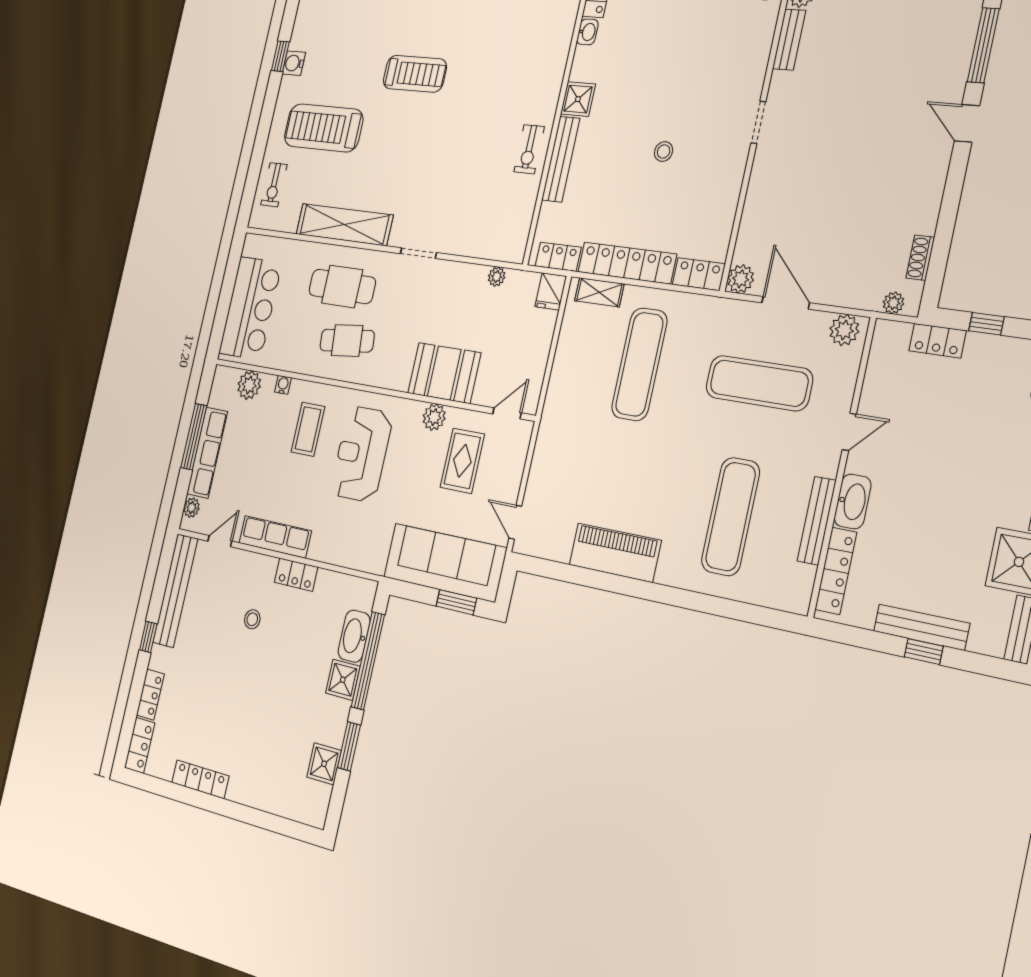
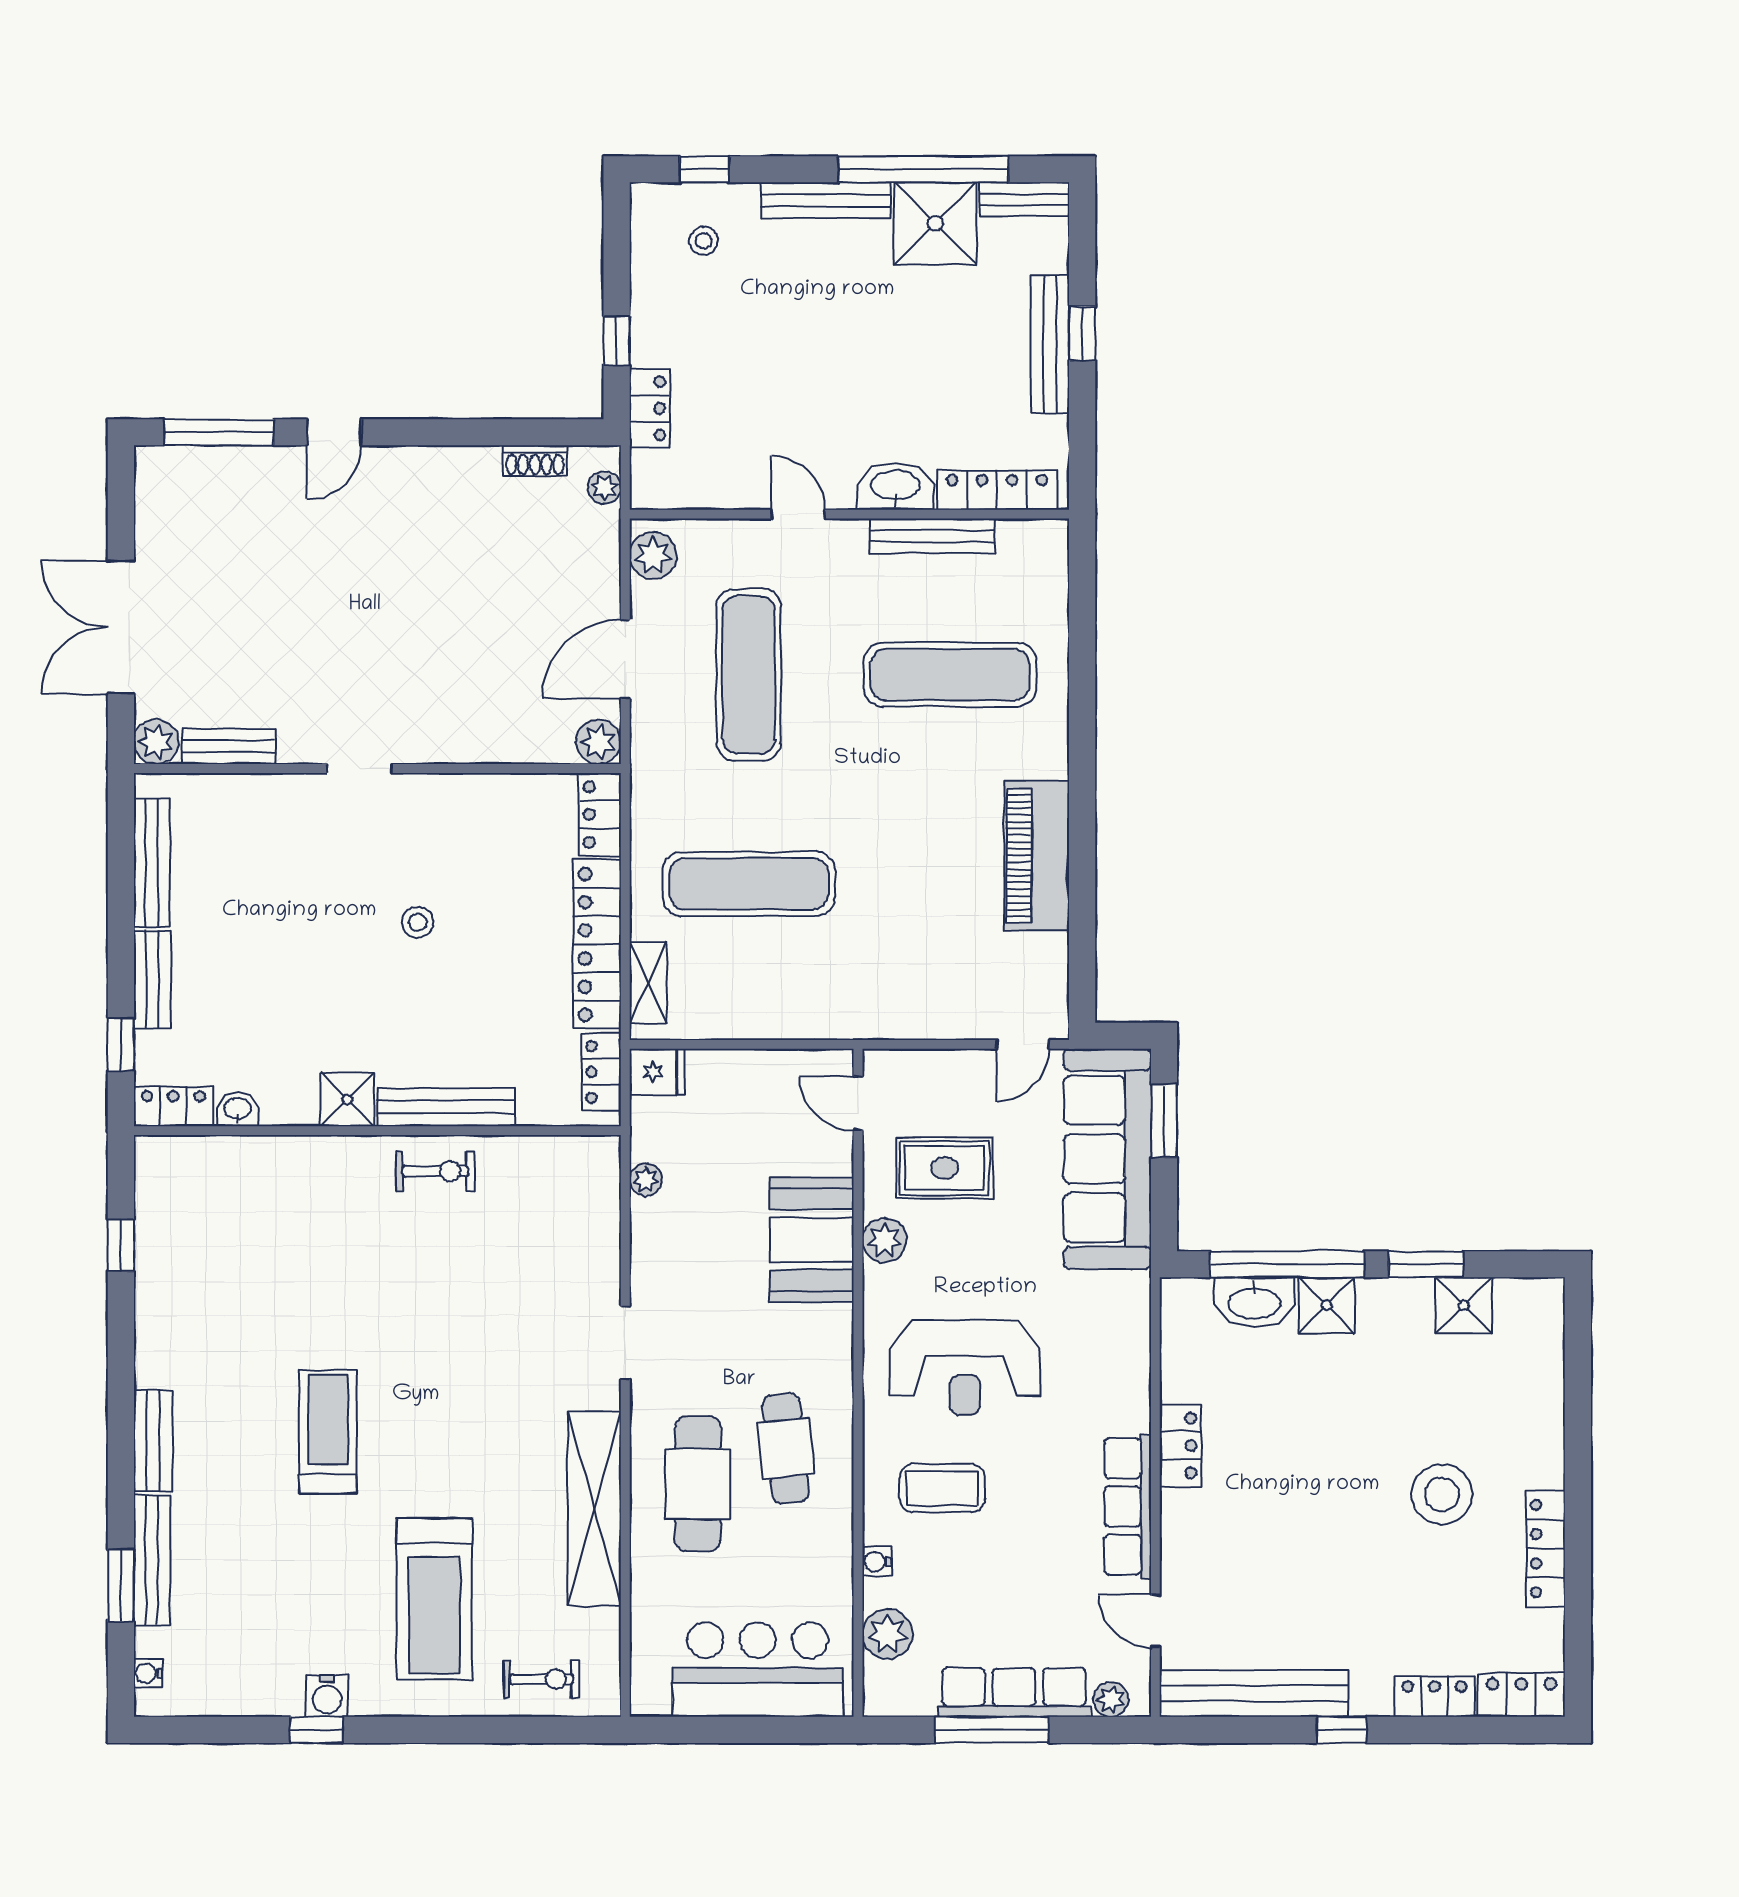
stool: (252, 619) -> (1442, 1494), moved, width x1.89, depth x1.89

